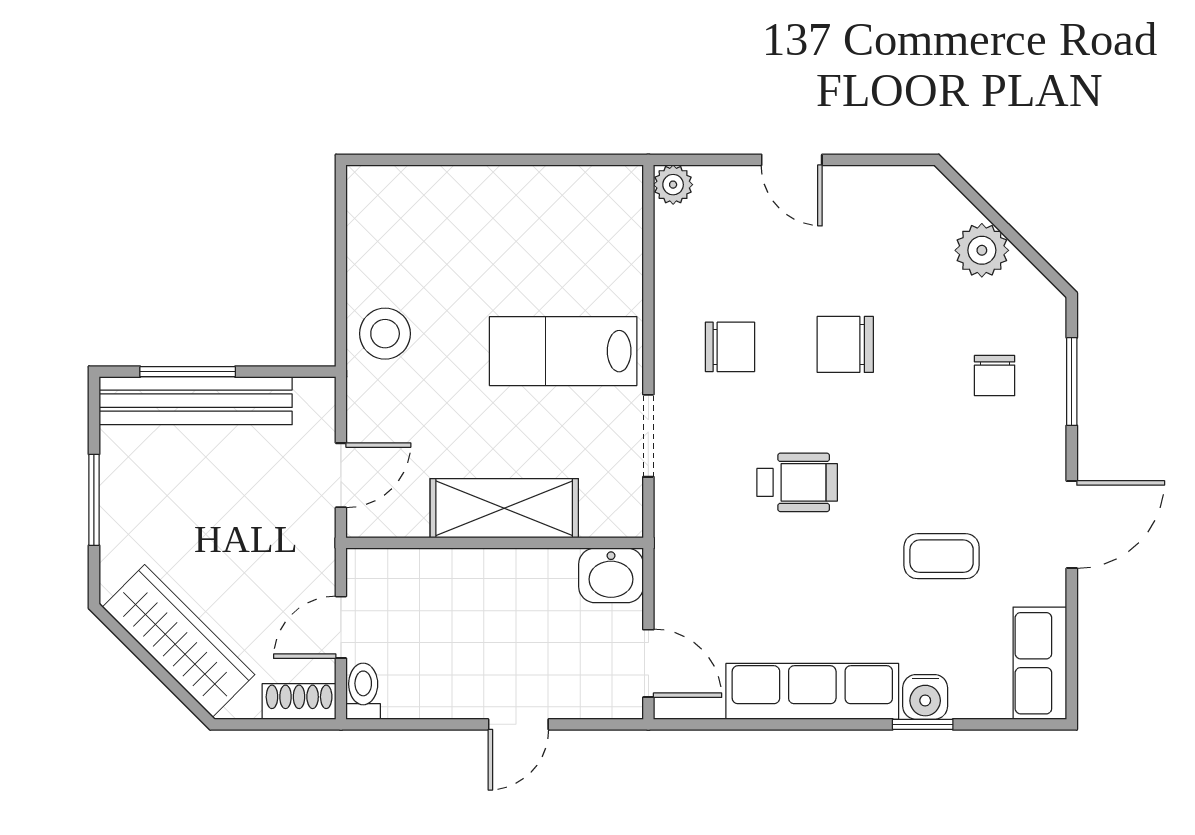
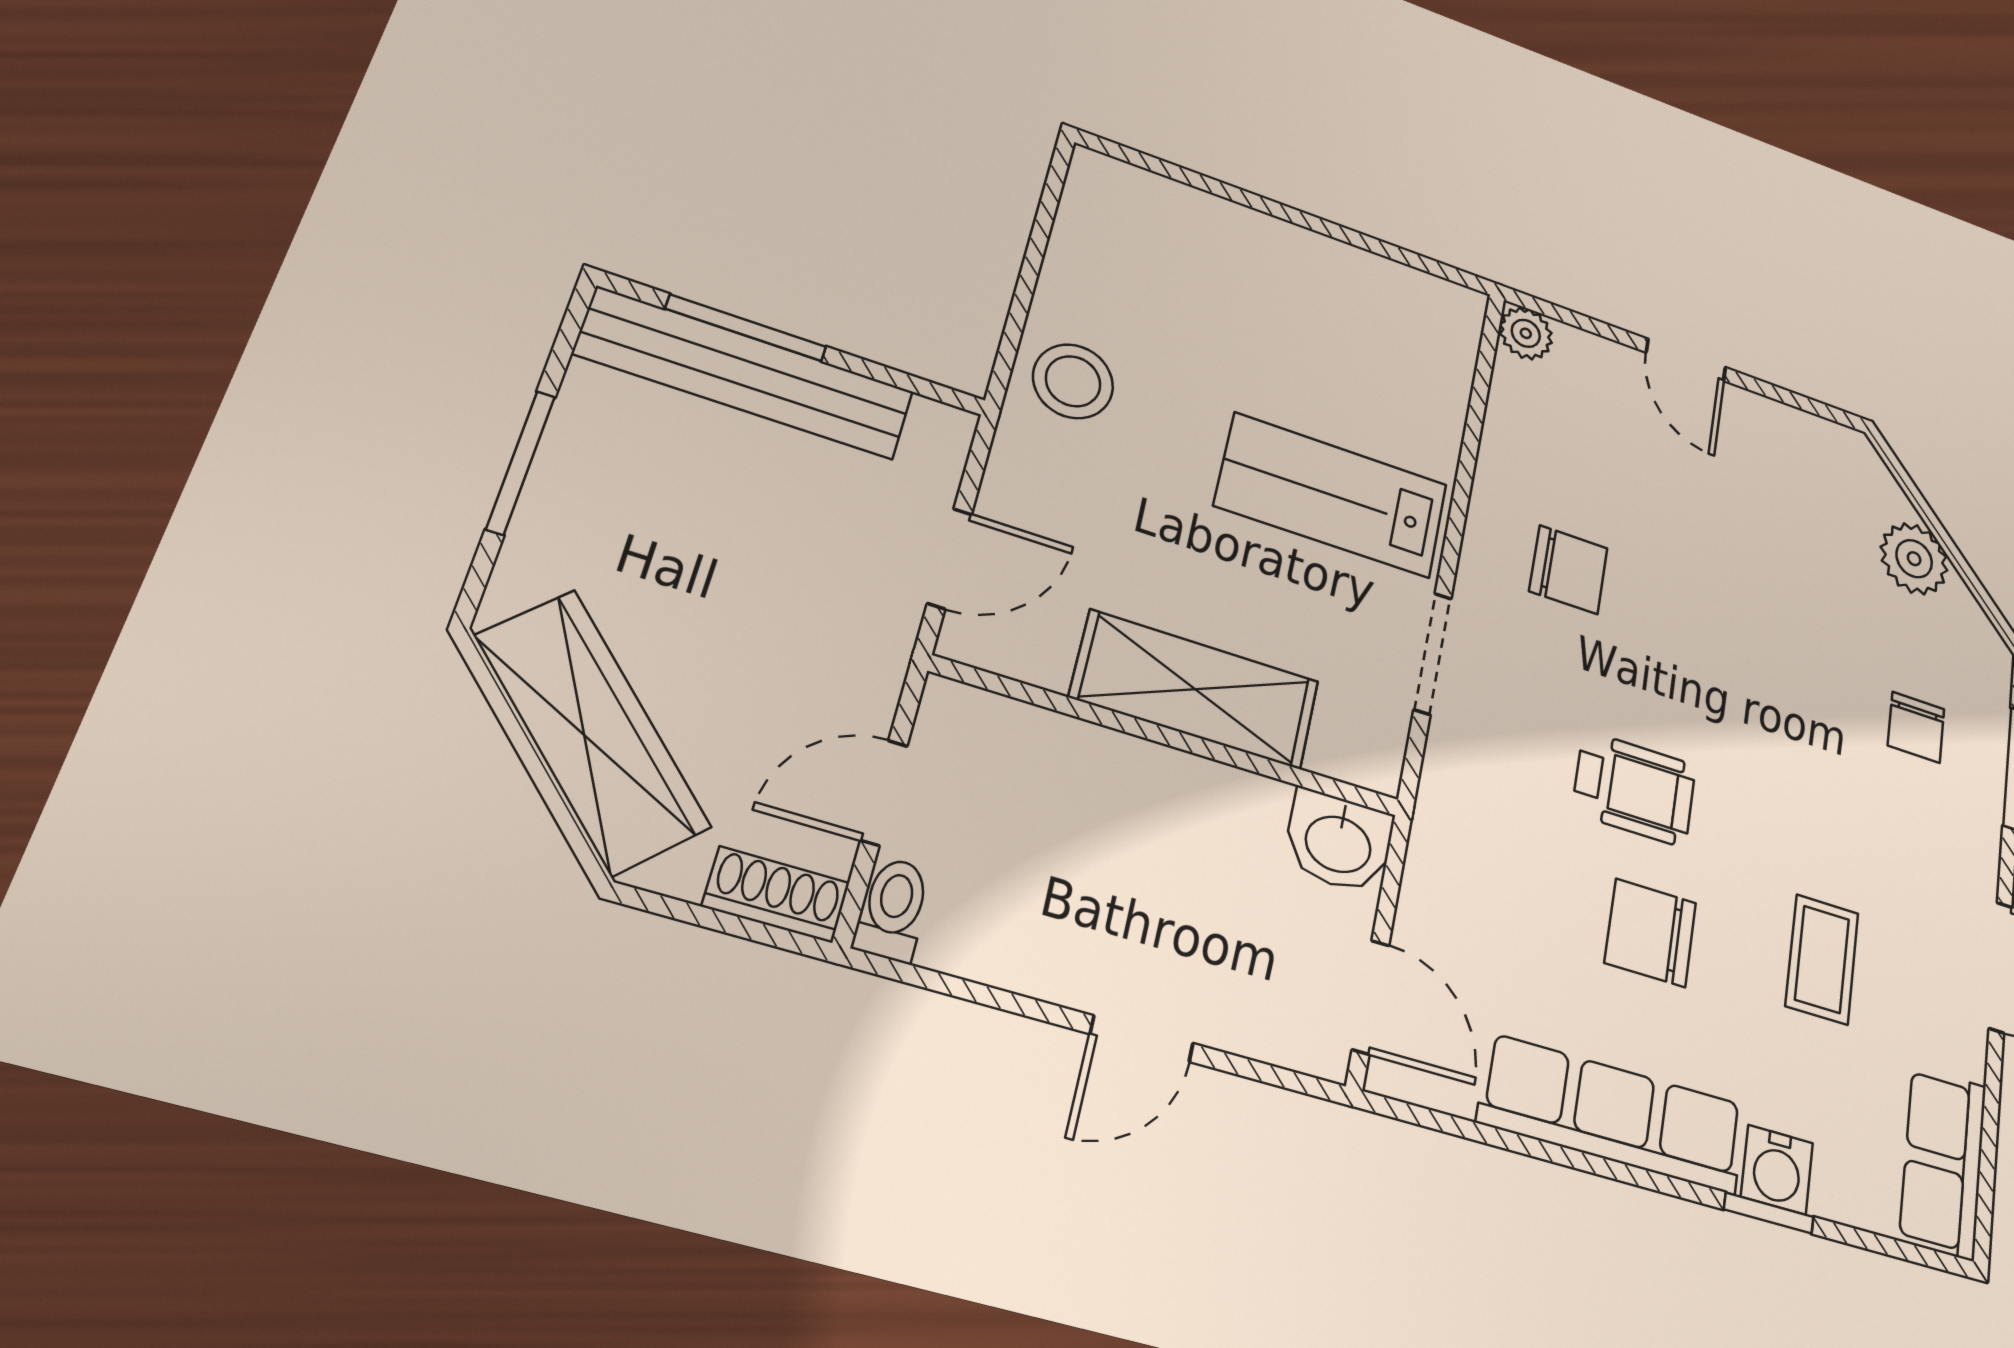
chair: (845, 344) -> (1650, 933), moved
coffee table: (942, 556) -> (1822, 959), turned 90

